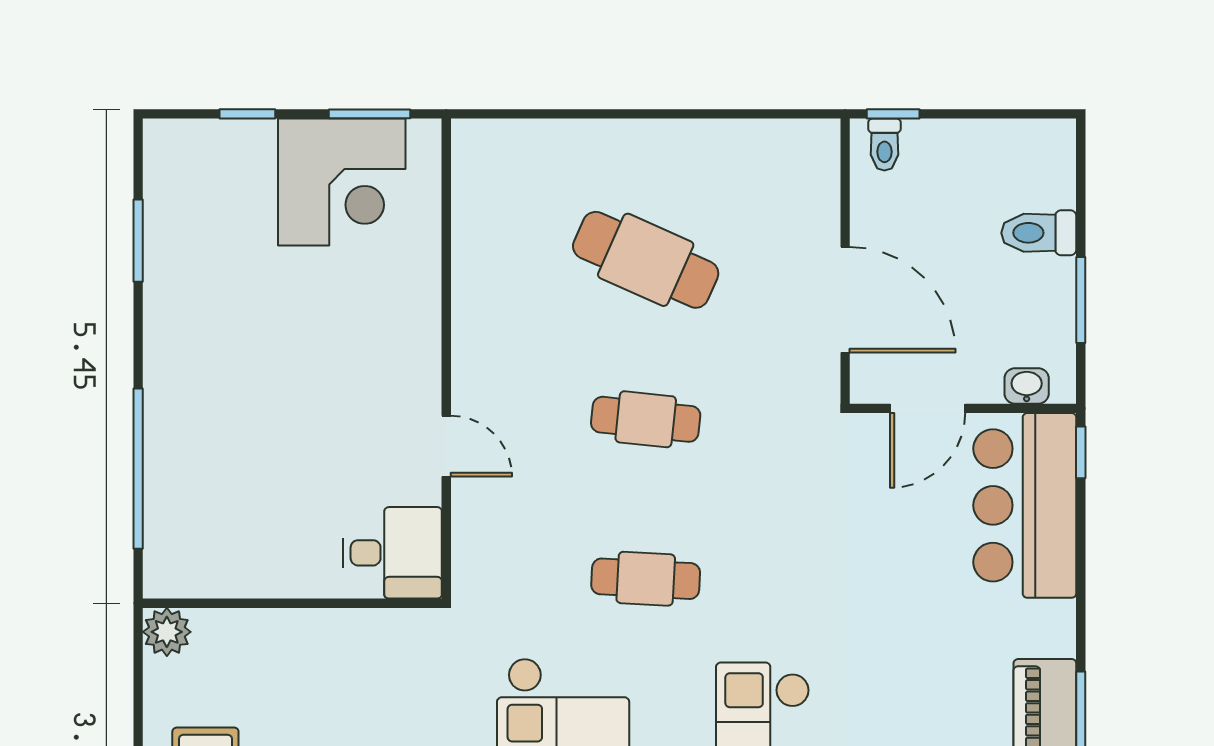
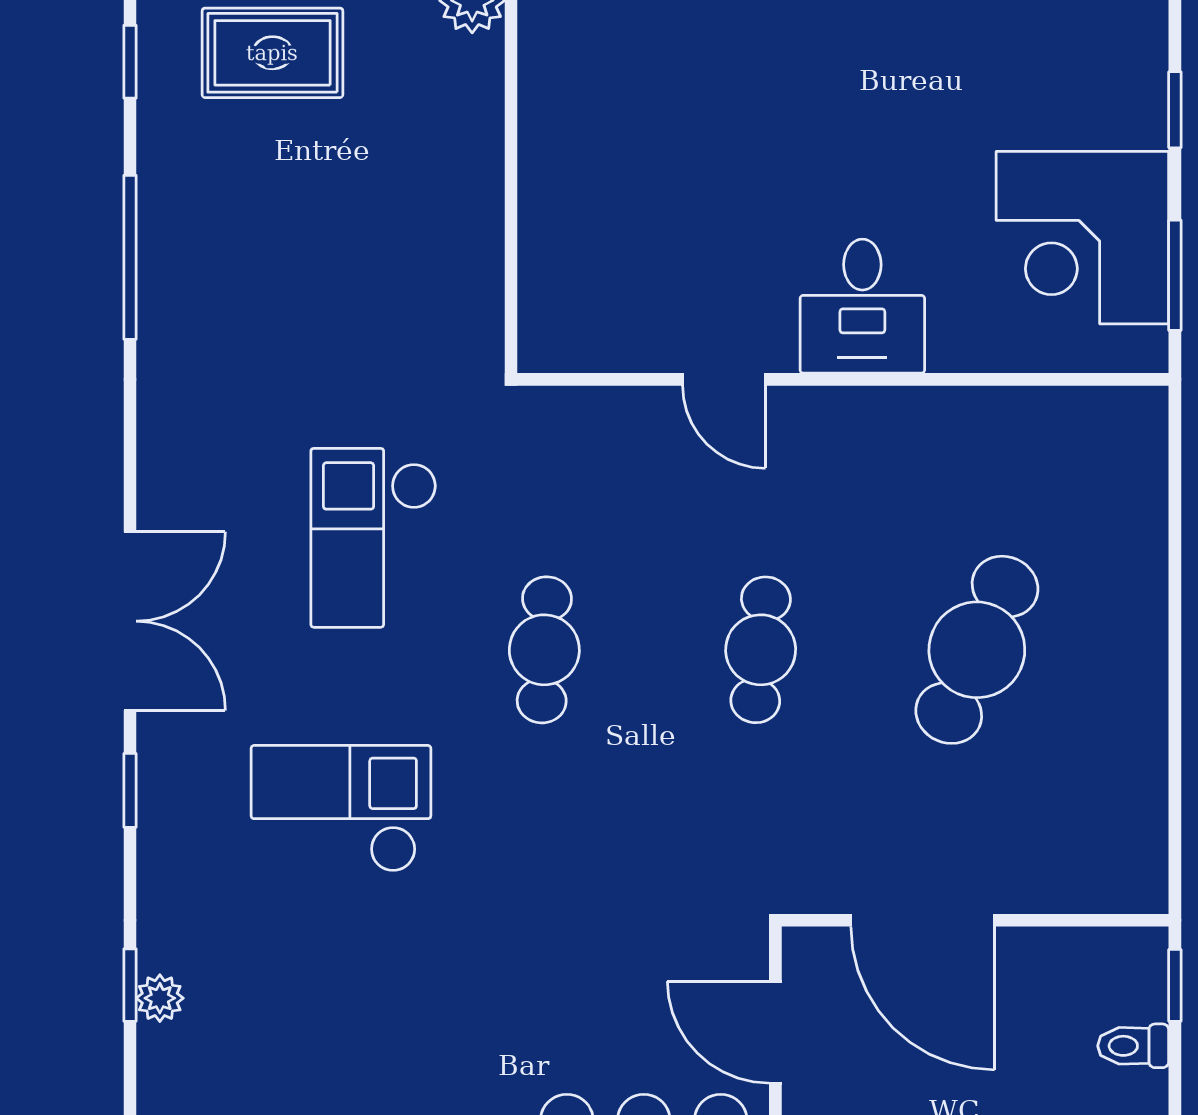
toilet: (884, 145) -> (1133, 1046), moved
door: (845, 300) -> (923, 920), hinge flipped
door: (446, 446) -> (724, 379), hinge flipped
desk: (392, 553) -> (862, 306), moved

